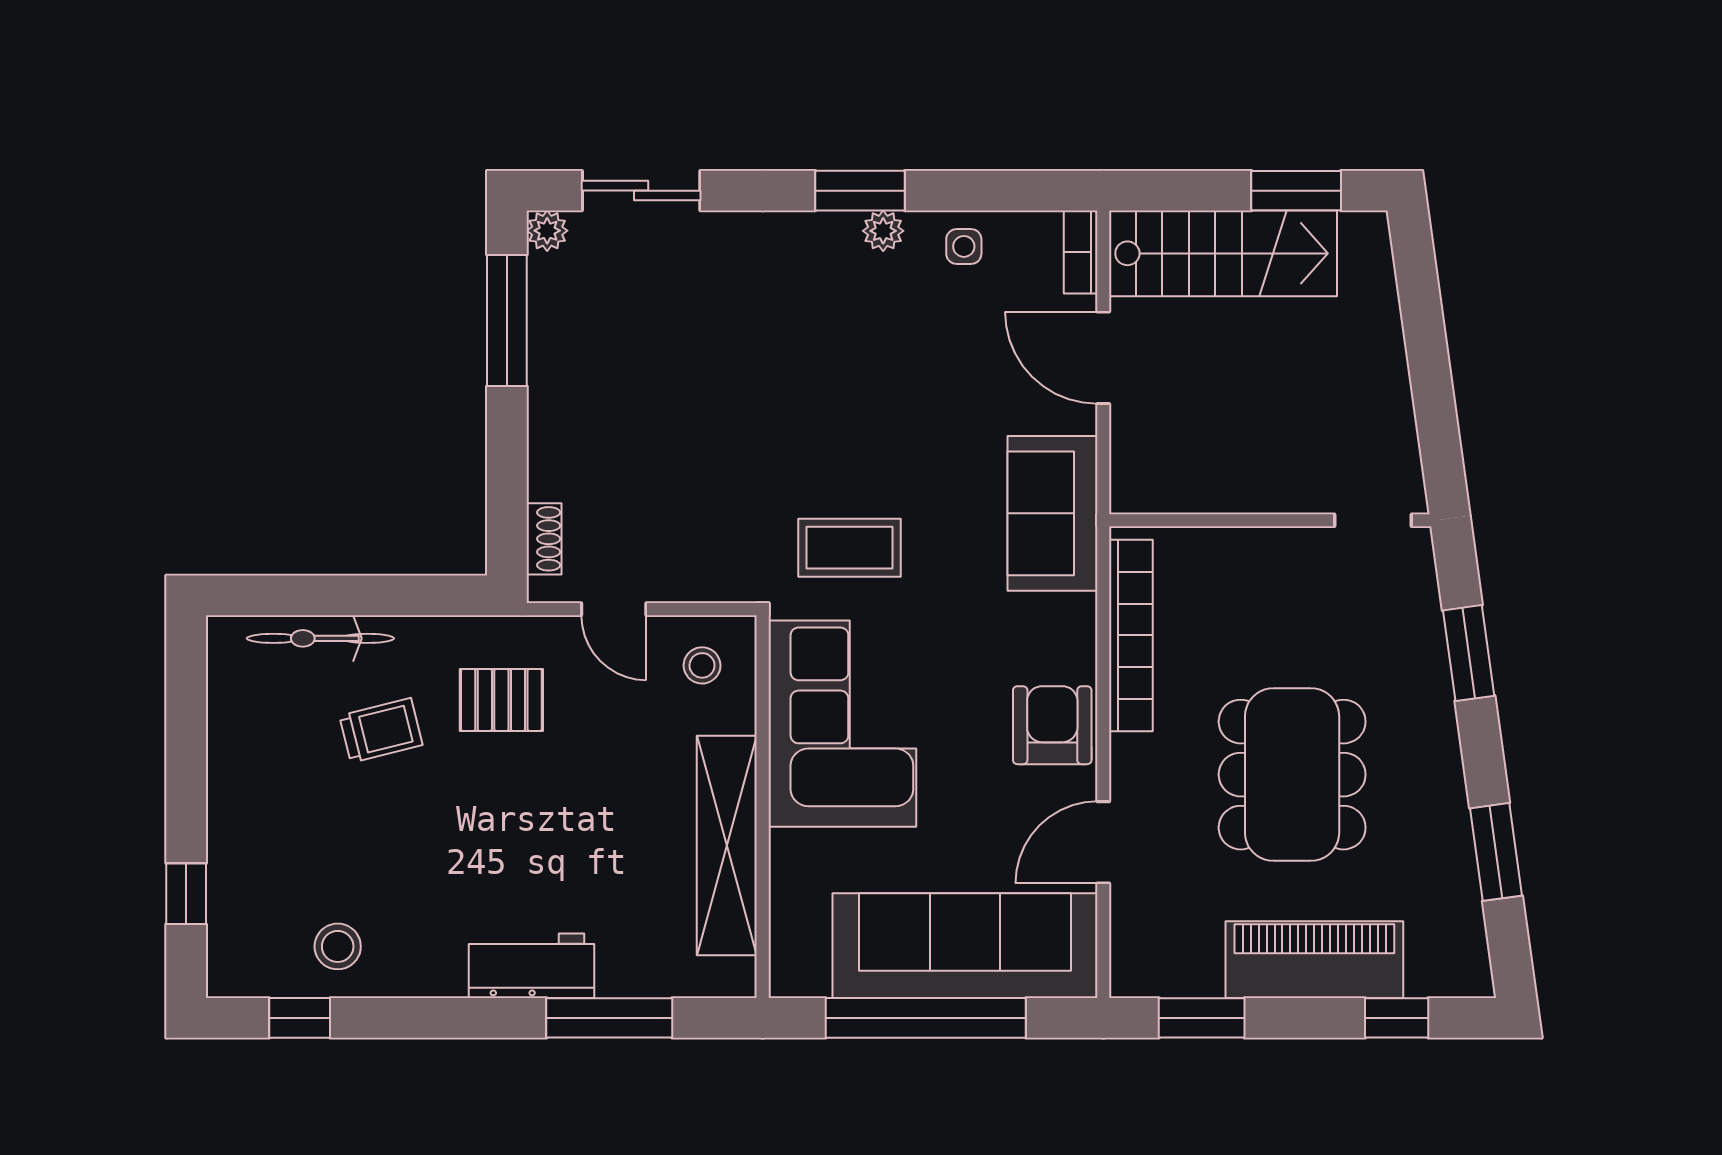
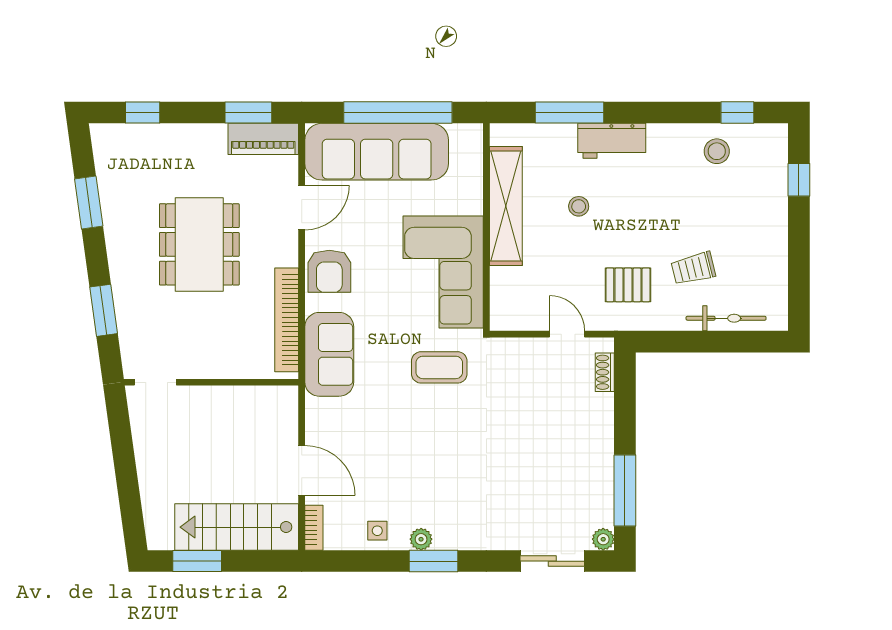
sofa: (1052, 513) -> (329, 354), moved
stool: (702, 665) -> (579, 206), moved
piano: (1314, 960) -> (263, 139), moved, width x0.73, depth x0.75

